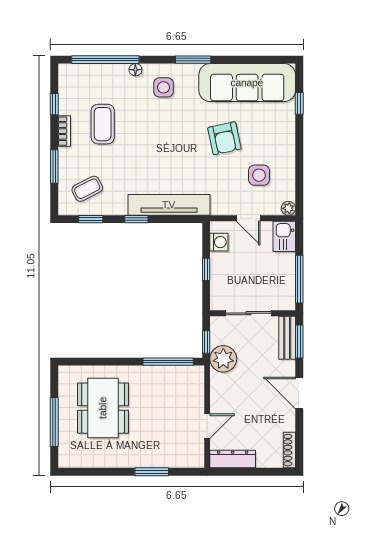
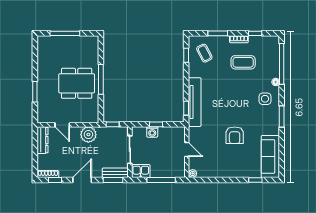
sofa: (247, 83) -> (270, 156), width x0.74, depth x0.79
armchair: (224, 138) -> (235, 135), turned -78
side table: (259, 175) -> (213, 156), removed
door: (248, 218) -> (187, 149), swing flipped
window: (136, 219) -> (186, 108), moved
kitchen sink: (284, 236) -> (141, 171), moved
washing machine: (219, 242) -> (152, 132), moved
window: (299, 279) -> (161, 180), moved
plant: (223, 359) -> (88, 135), moved
window: (168, 362) -> (101, 79), moved
dining table: (103, 408) -> (77, 83), moved
window: (299, 438) -> (55, 180), added

